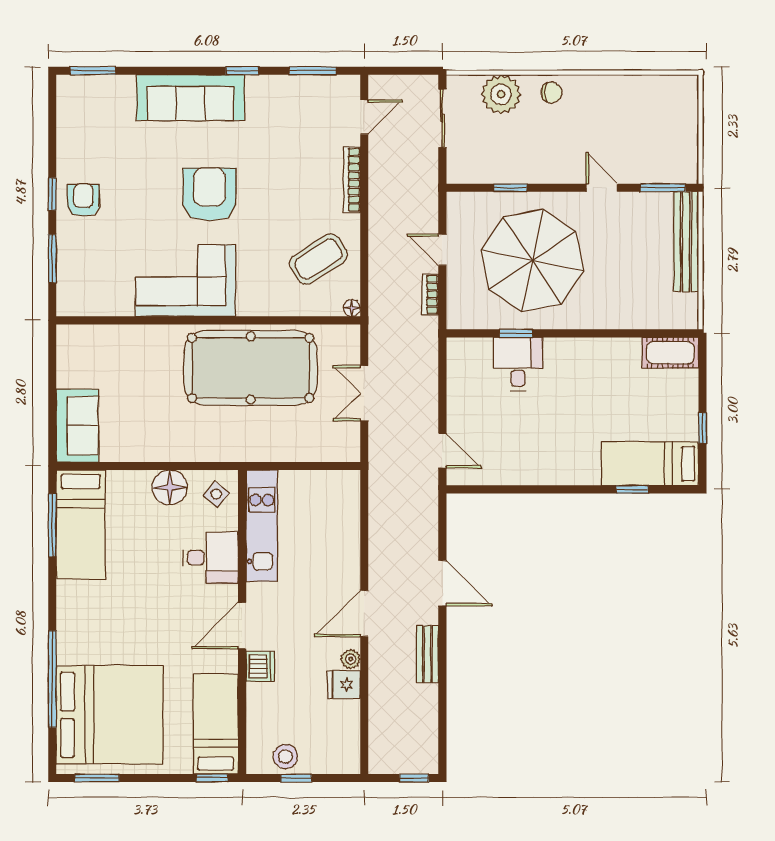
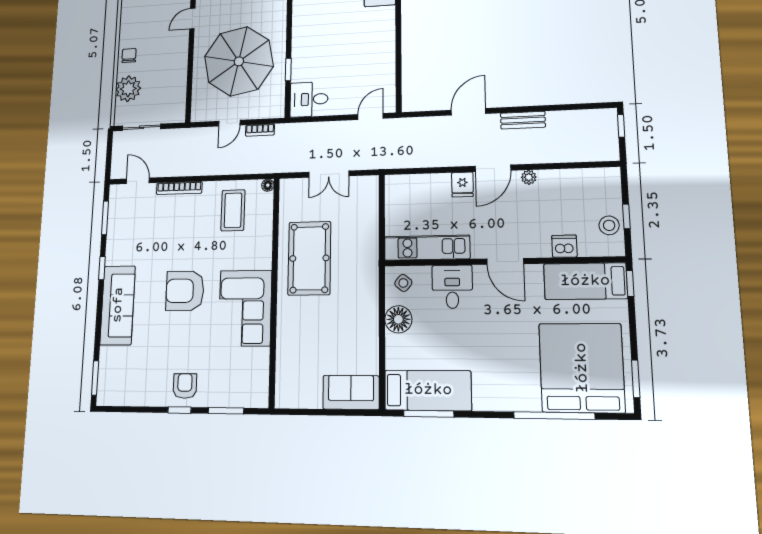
window: (510, 188) -> (190, 79), removed
armchair: (83, 200) -> (185, 386), turned 90
coffee table: (318, 259) -> (233, 210), turned 33
desk: (518, 364) -> (309, 99), moved
pool table: (251, 368) -> (309, 258), width x0.73, depth x0.76
door: (364, 613) -> (493, 168), hinge flipped
dishwasher: (260, 666) -> (564, 246), moved
fridge: (344, 685) -> (462, 184), moved

